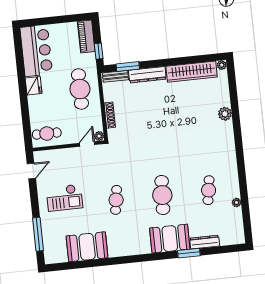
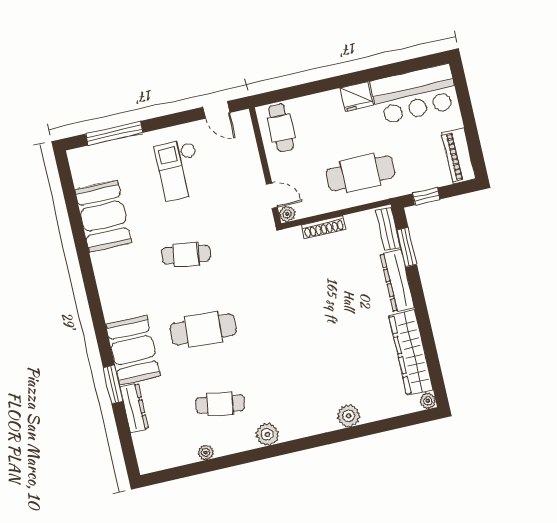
piano: (86, 37) -> (459, 156), moved, turned -90
plant: (230, 164) -> (267, 434), added

